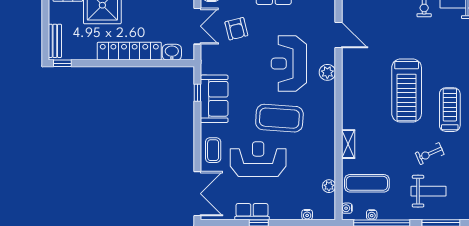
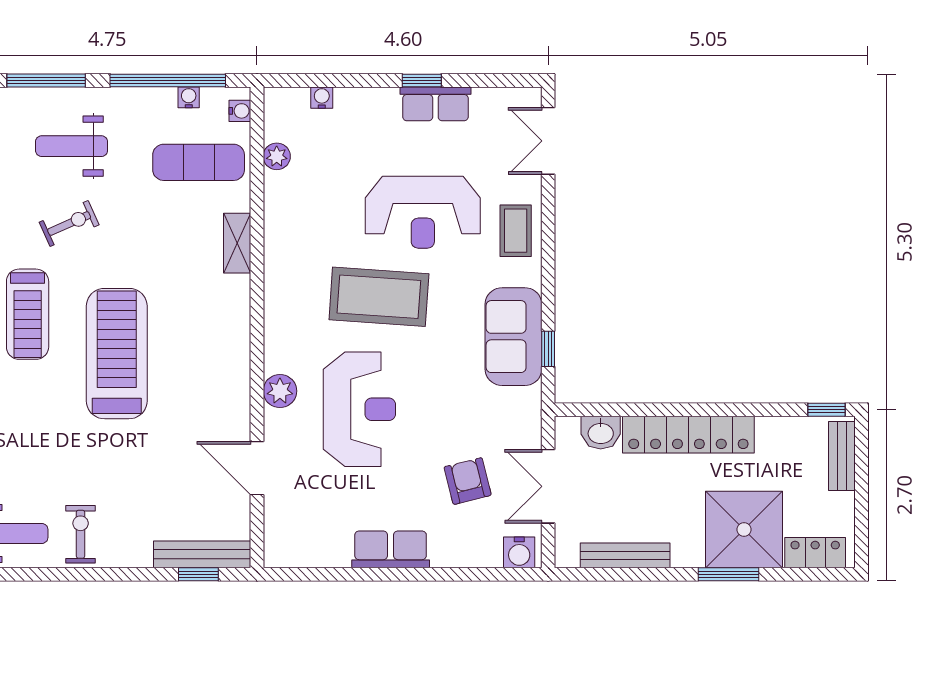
double door: (197, 194) -> (548, 141), width x0.73

